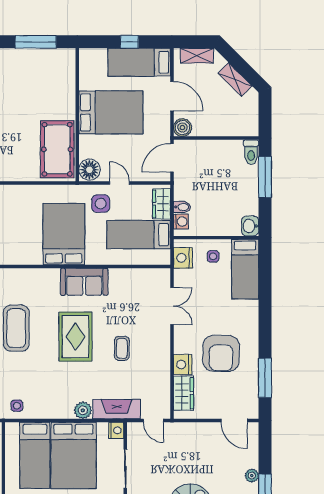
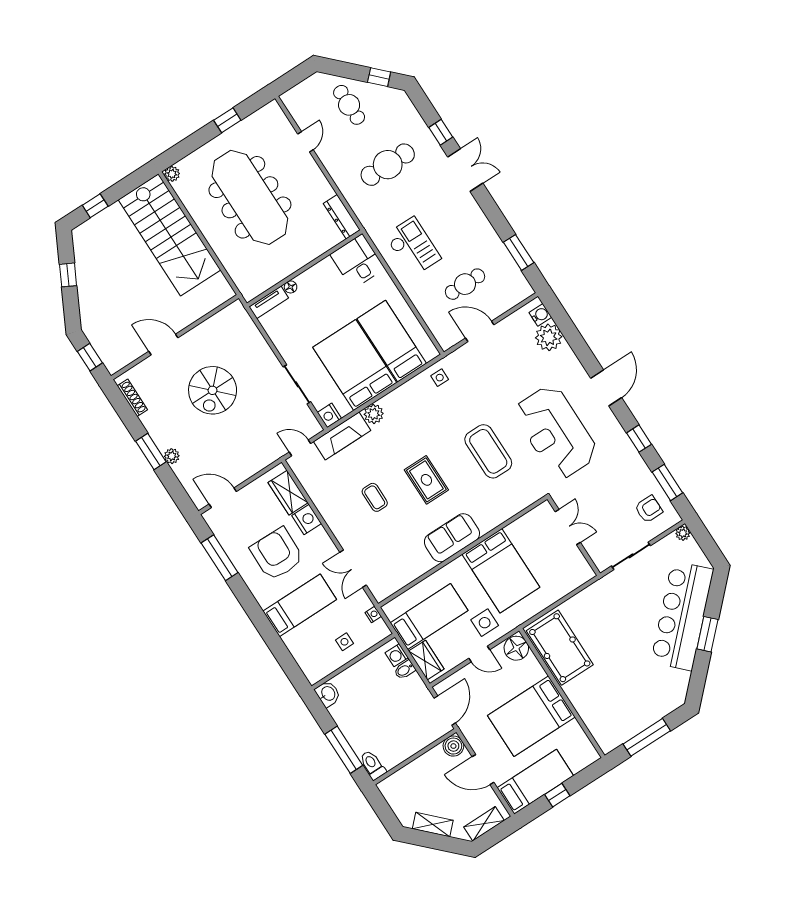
nightstand: (183, 258) -> (373, 614), width x0.53, depth x0.56
bed: (245, 269) -> (300, 605), moved, turned 90
rug: (75, 337) -> (426, 480), width x0.73, depth x0.70

